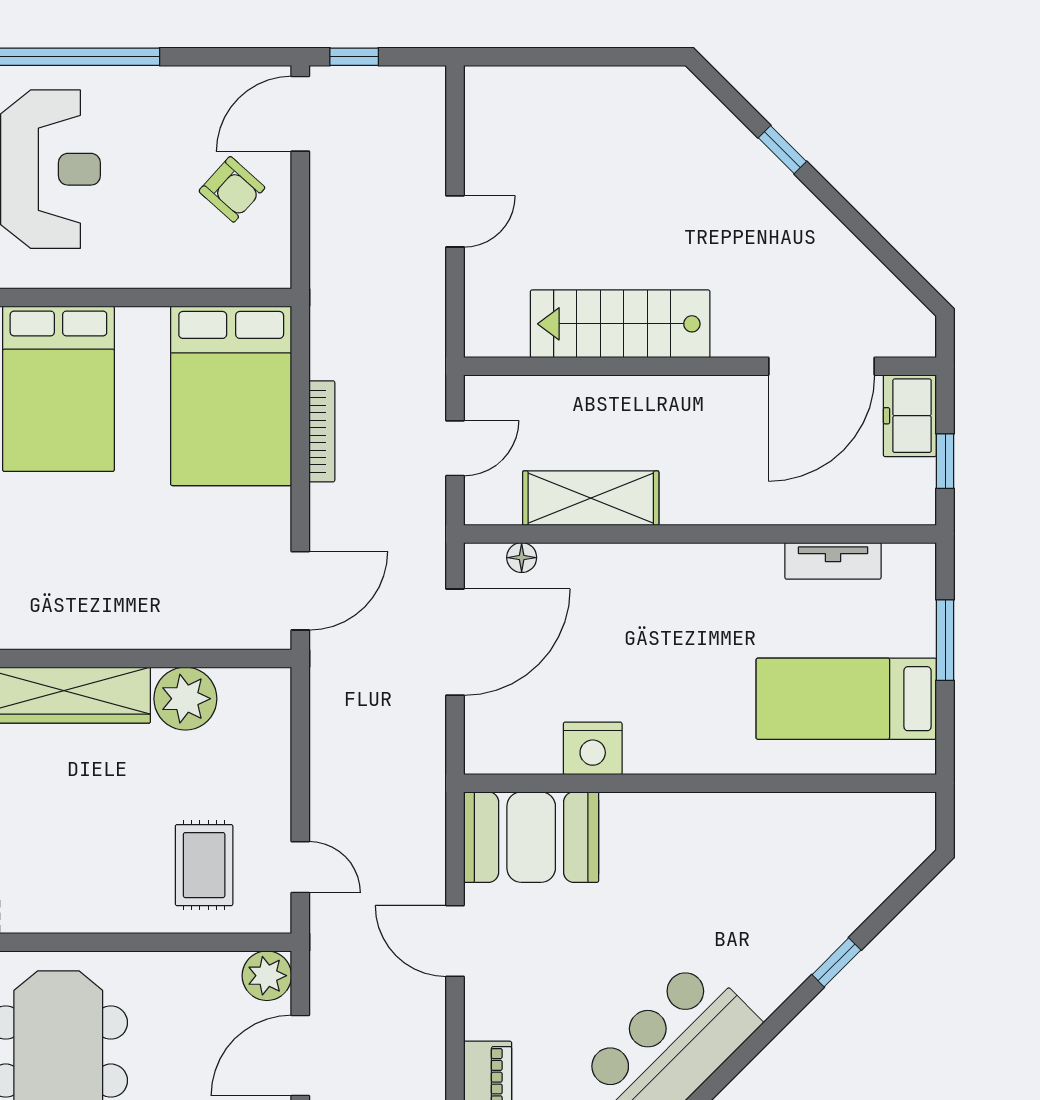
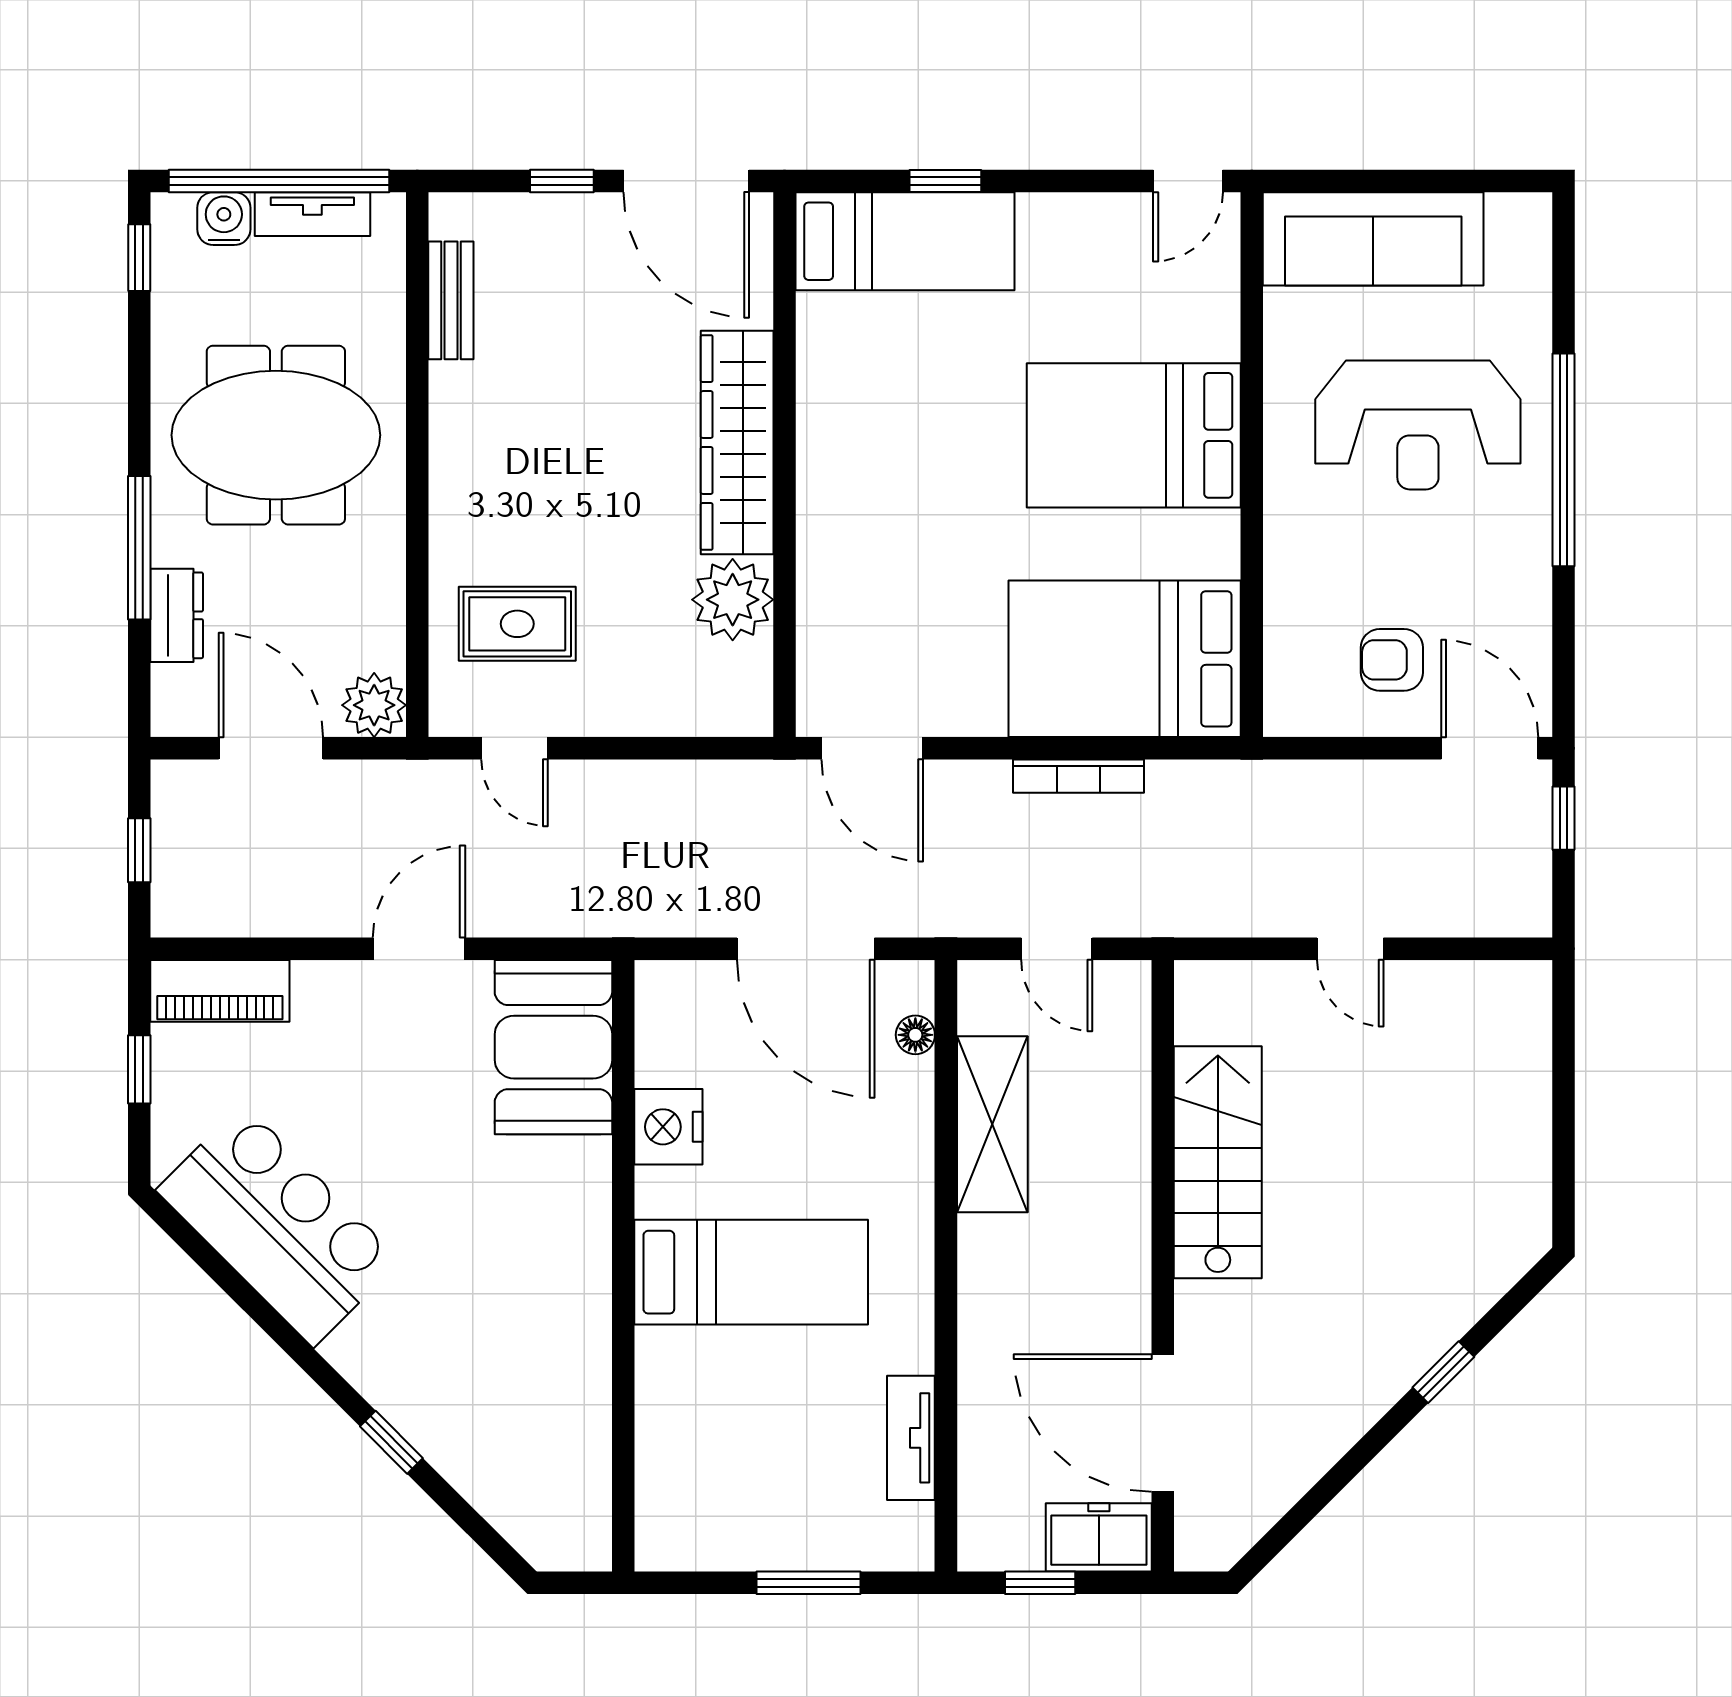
armchair: (232, 189) -> (1392, 660), turned 48
bed: (846, 699) -> (751, 1272), moved, turned 90
door: (300, 867) -> (515, 748), hinge flipped

